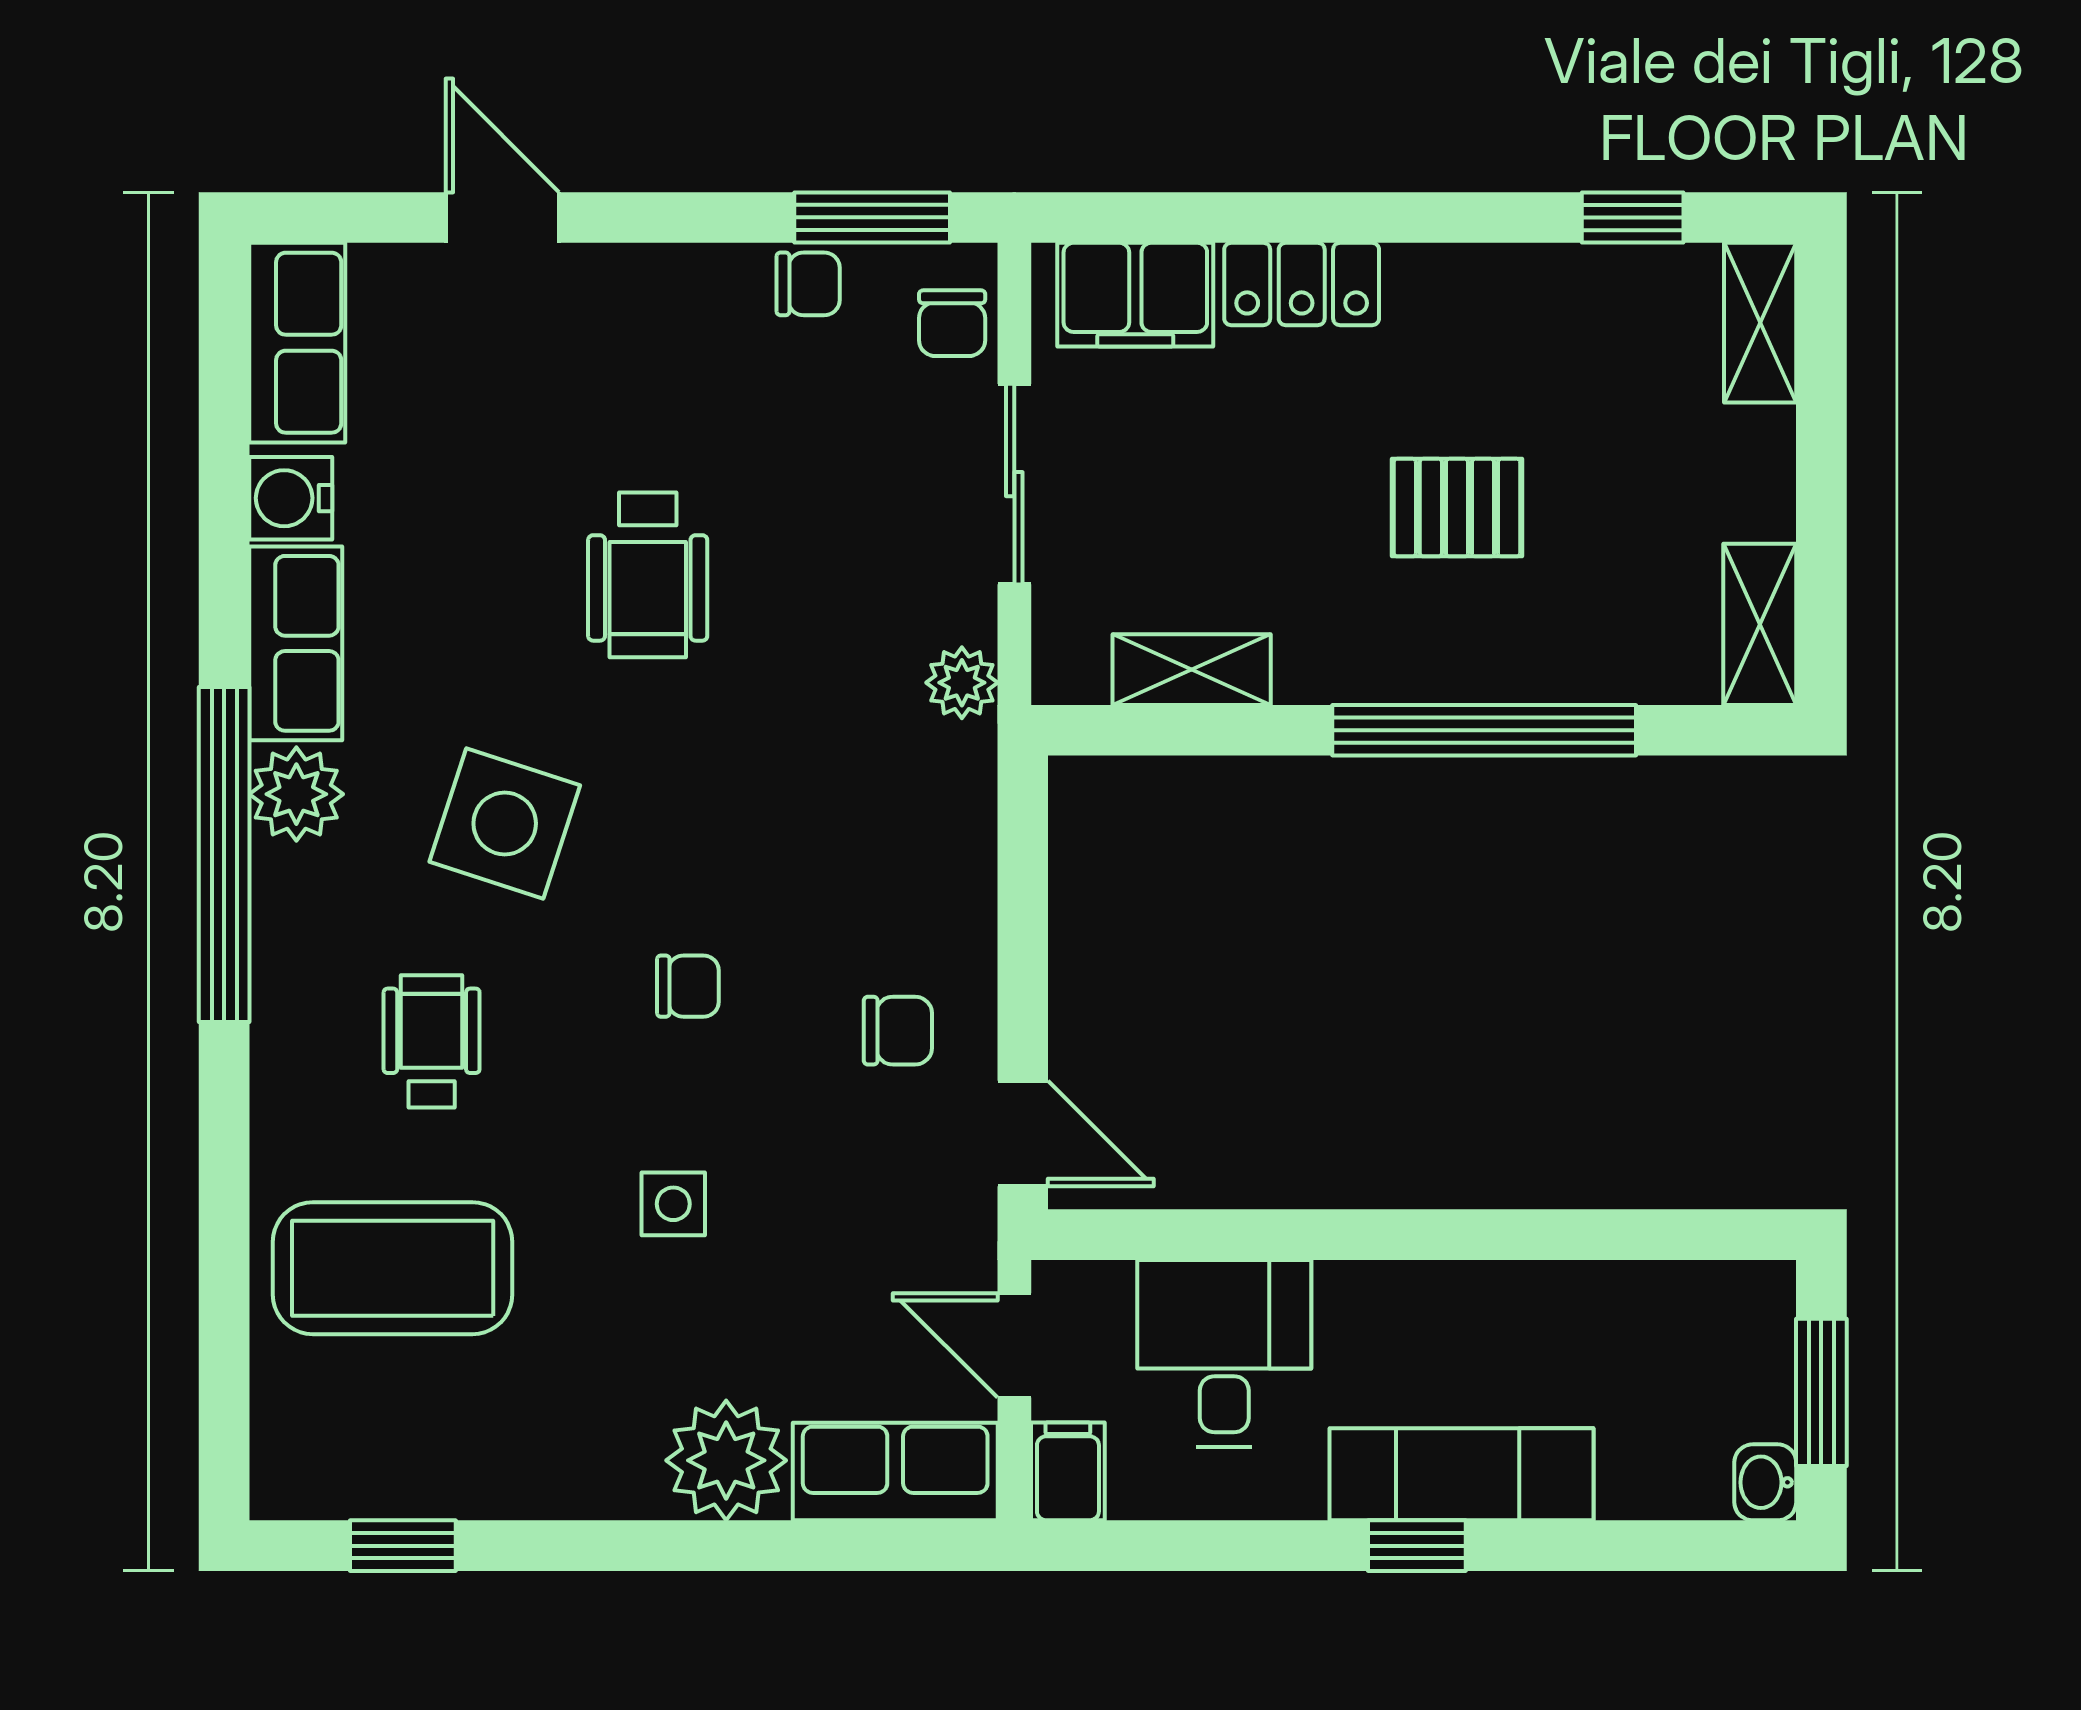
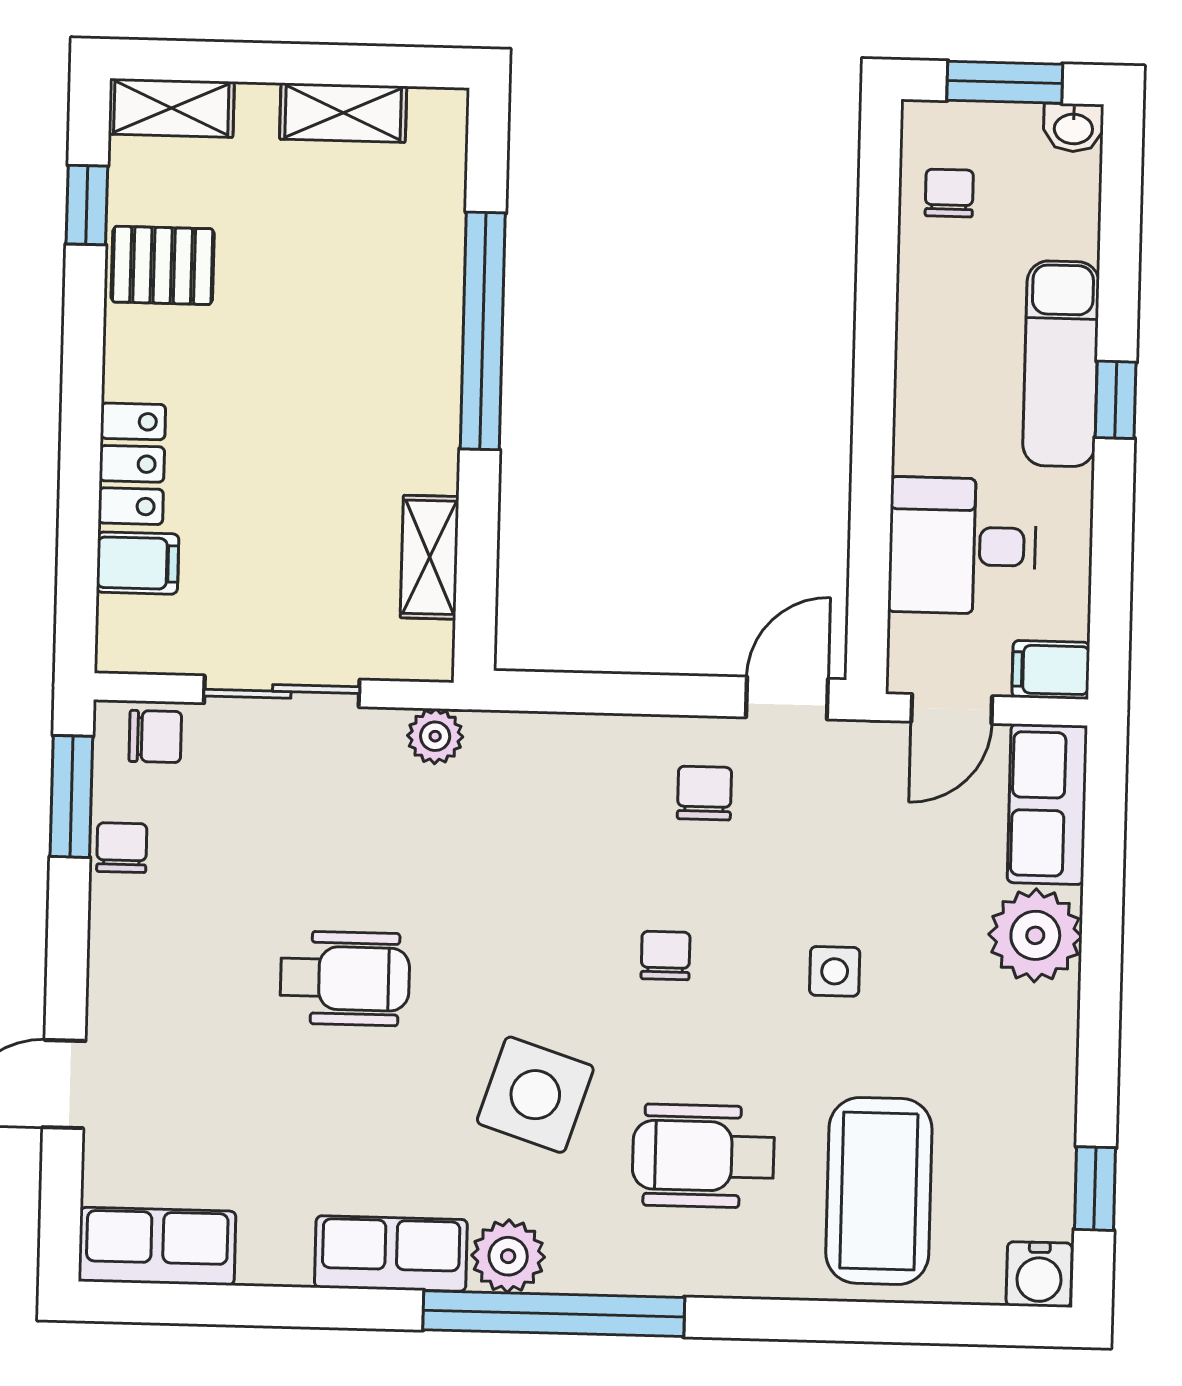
filing cabinet: (1135, 295) -> (138, 563), width x0.50
water cooler: (291, 498) -> (1039, 1274), moved
pallet: (1457, 508) -> (163, 265), moved, turned 90
shelving: (1760, 624) -> (343, 113), moved
wheelchair: (432, 1041) -> (703, 1156), width x1.36, depth x1.37
chair: (1677, 1325) -> (949, 193), added

